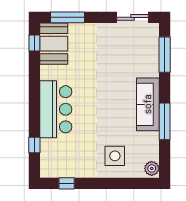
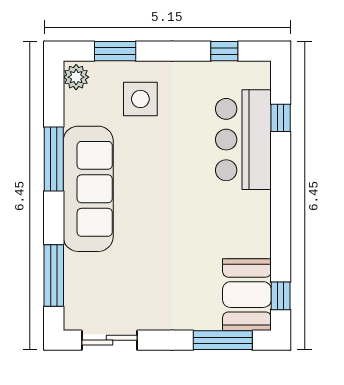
sofa: (148, 104) -> (88, 189), width x1.36, depth x1.27
bar counter: (56, 109) -> (243, 140), moved
window: (129, 183) -> (115, 51), added

